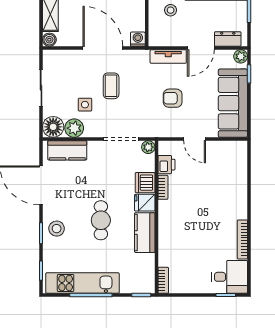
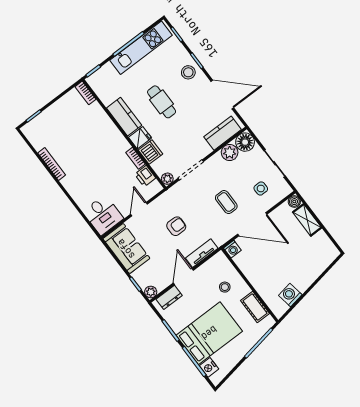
sofa: (233, 103) -> (126, 249), width x0.73
side table: (85, 105) -> (261, 188), moved
door: (195, 139) -> (139, 209), hinge flipped
desk: (230, 277) -> (103, 215), moved, turned -90

